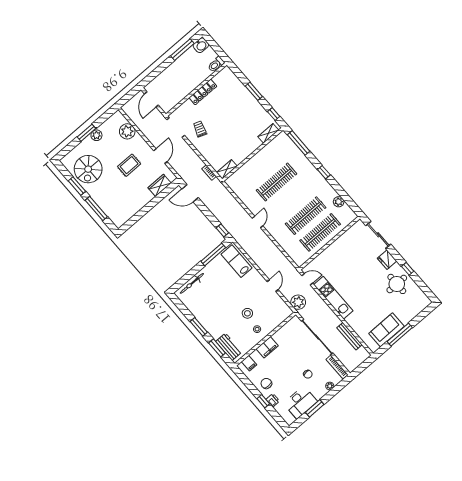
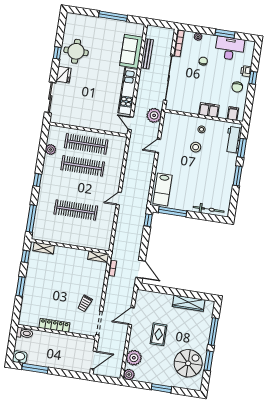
plant: (96, 135) -> (129, 375), moved
rug: (129, 165) -> (159, 334), turned 90
wardrobe: (160, 185) -> (189, 303), moved, width x1.50
sofa: (387, 330) -> (131, 51), moved, turned 90

